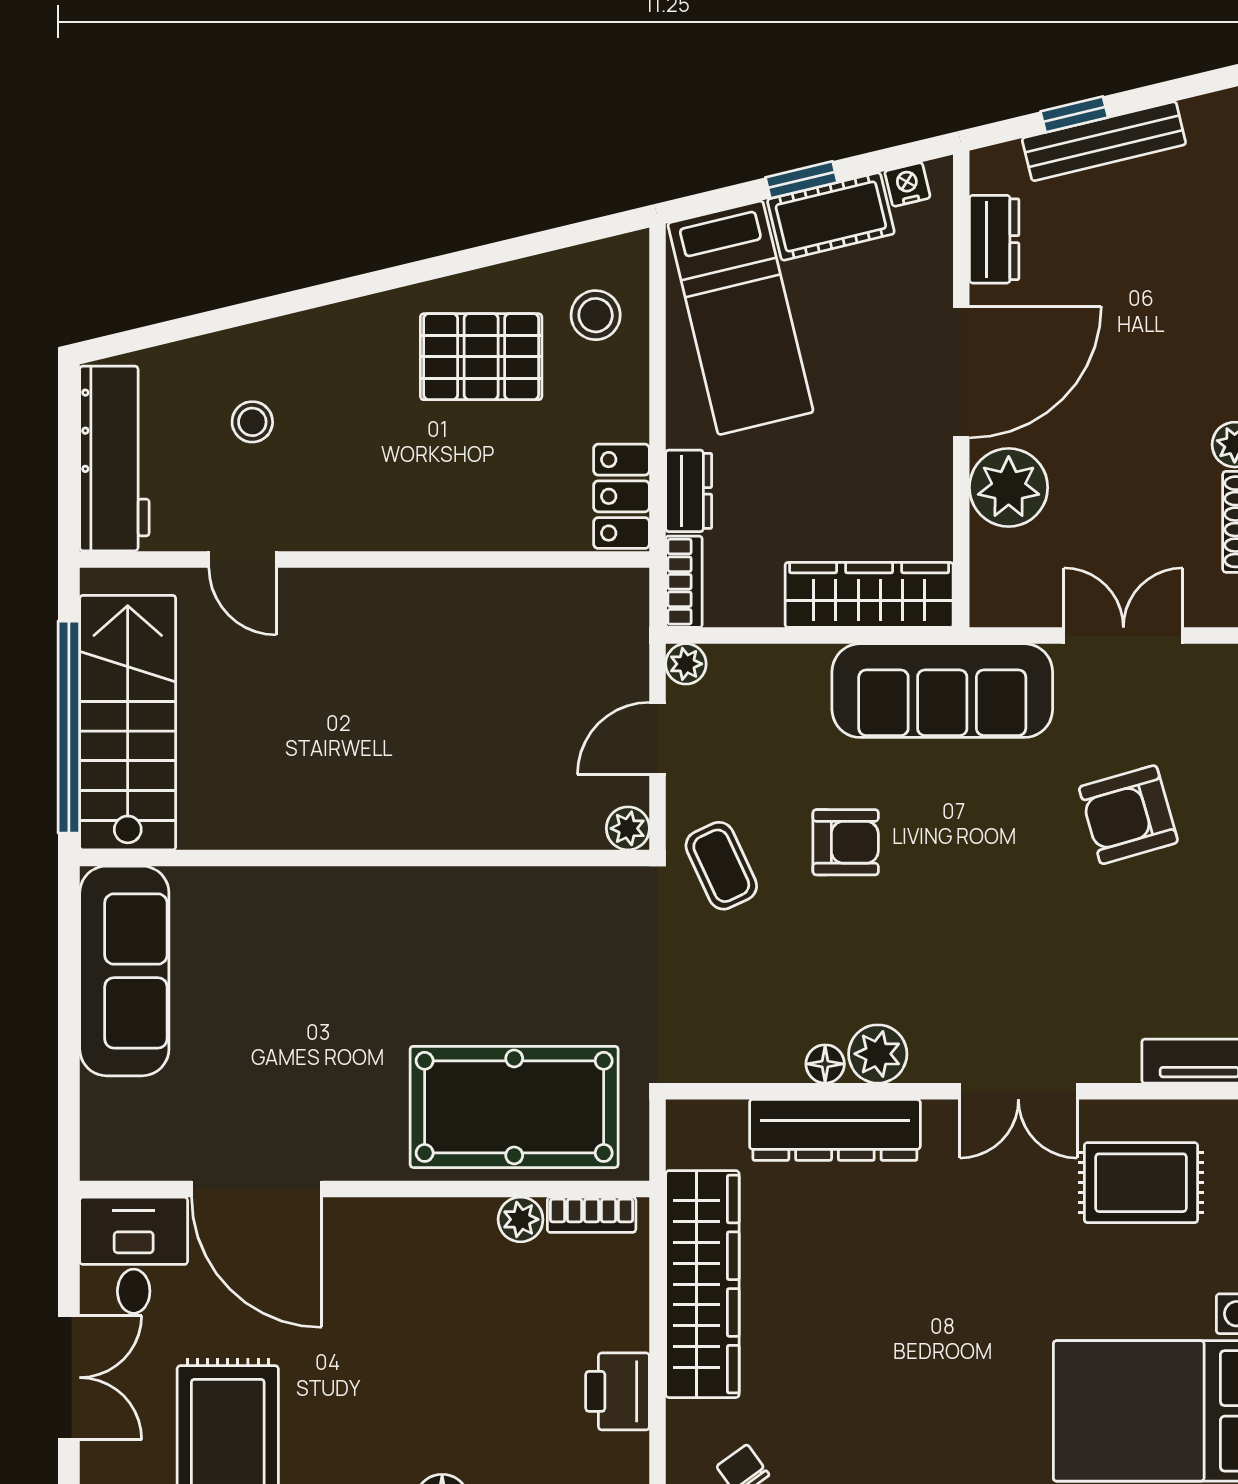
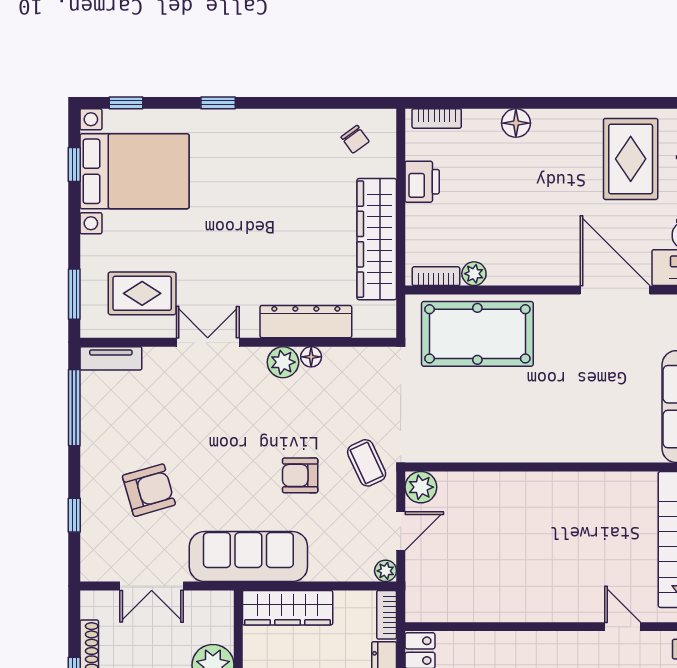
plant: (628, 828) -> (421, 487), width x1.38, depth x1.38

